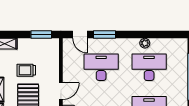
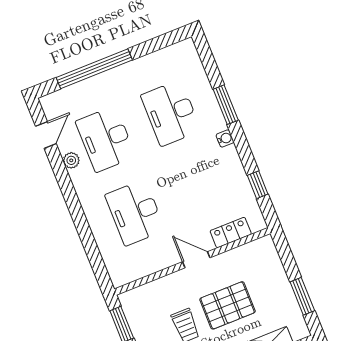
door: (80, 35) -> (46, 135), moved
window: (105, 35) -> (83, 227), removed

